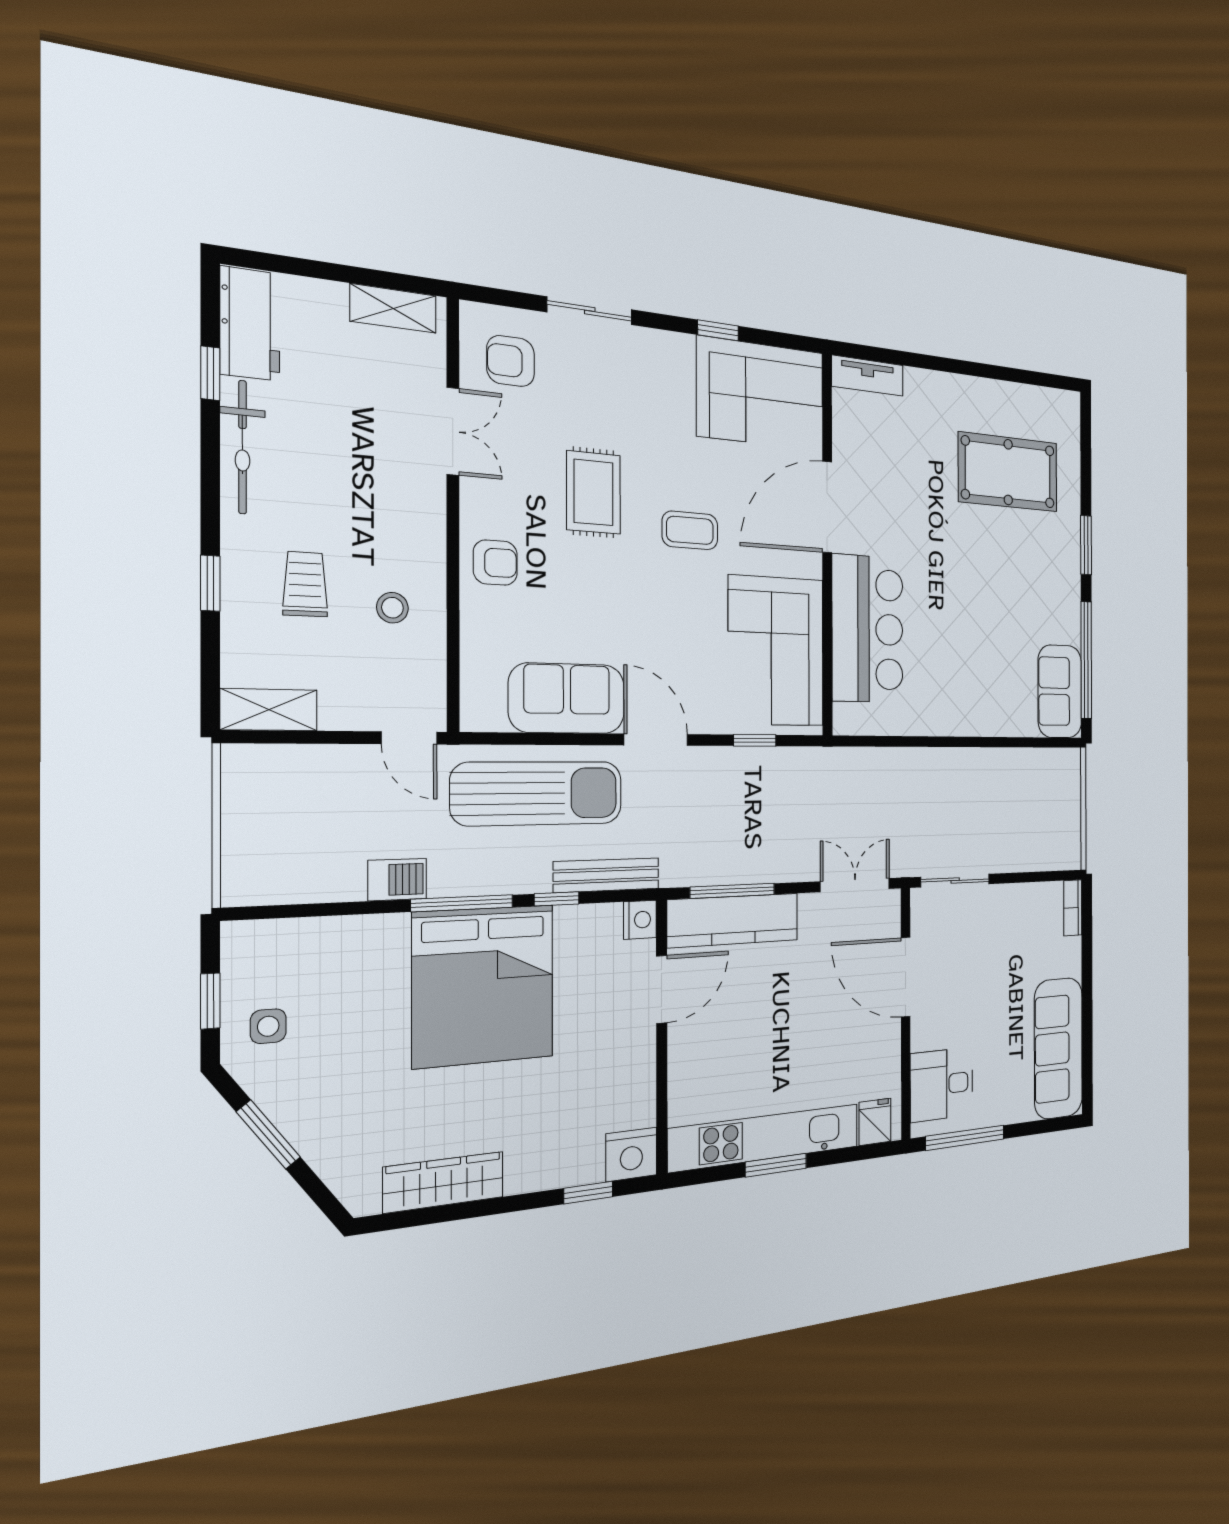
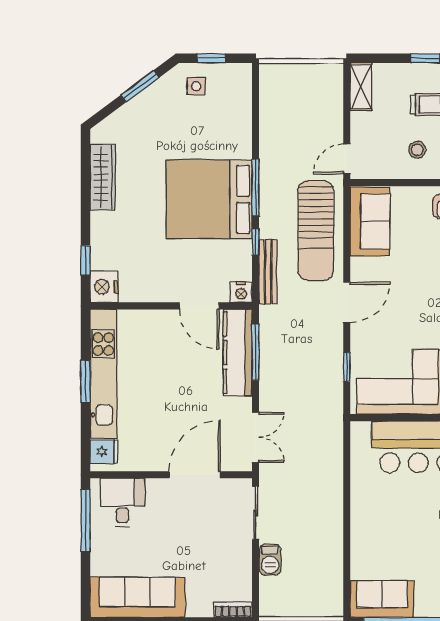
sofa: (567, 698) -> (370, 221), moved
barbecue: (397, 880) -> (270, 560), moved

